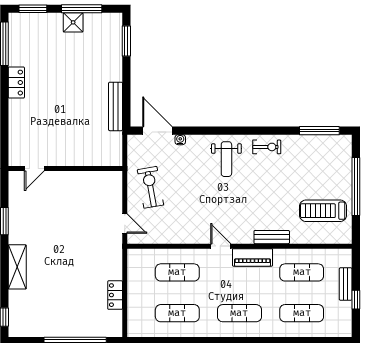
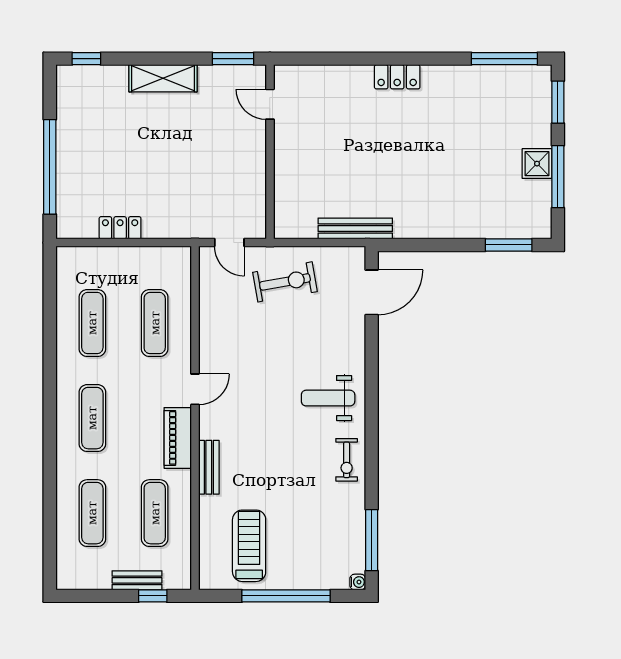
locker: (16, 83) -> (397, 77), moved
bench: (116, 106) -> (355, 229), moved
water cooler: (180, 140) -> (358, 582), moved
door: (34, 169) -> (270, 104), moved
wall: (65, 169) -> (270, 152), moved
door: (125, 224) -> (229, 243), hinge flipped
window: (356, 300) -> (153, 596), moved

